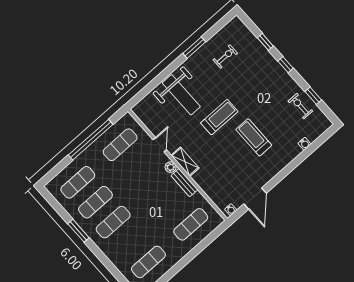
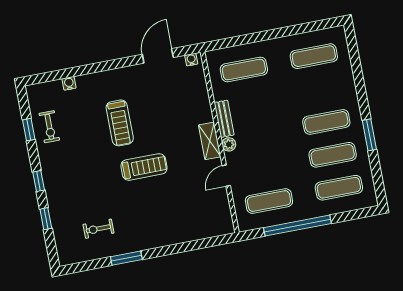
weight bench: (181, 95) -> (171, 216), removed
treadmill: (219, 117) -> (144, 167), turned 180

